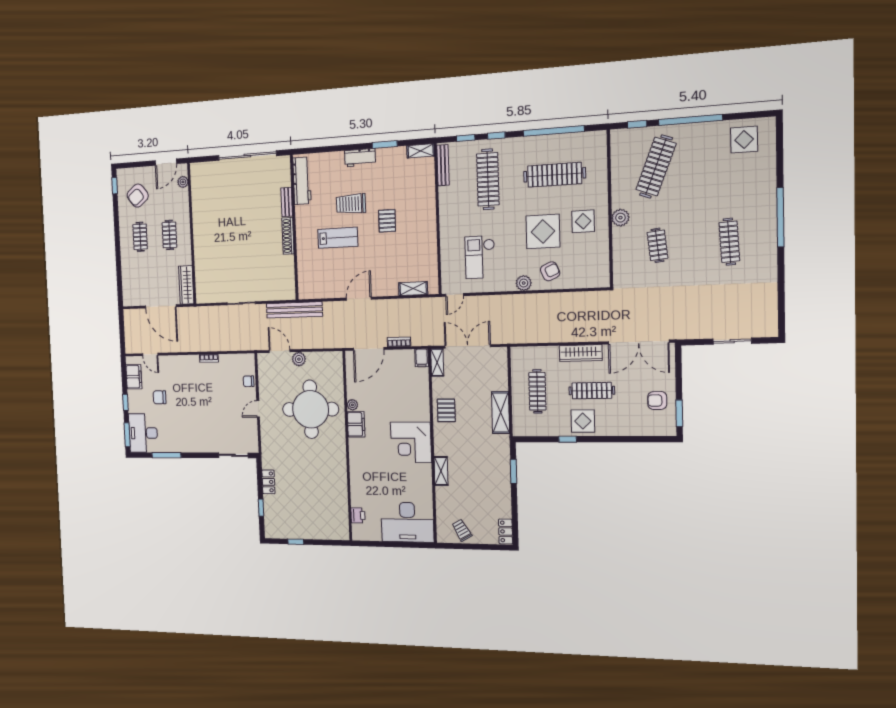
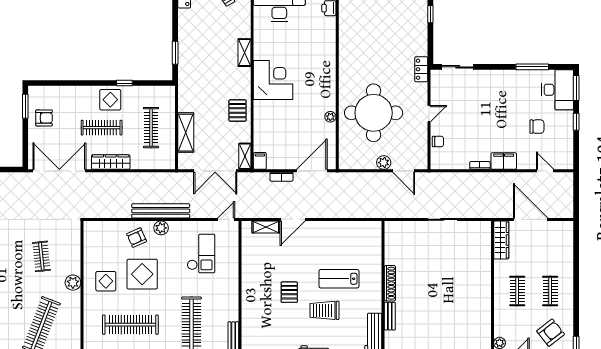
trolley: (351, 204) -> (324, 310), turned 180
door: (359, 299) -> (293, 219), moved
bench: (294, 310) -> (161, 211), moved
filing cabinet: (134, 377) -> (504, 161), moved, turned 90
shelving: (501, 413) -> (186, 133), moved
filing cabinet: (356, 424) -> (327, 98), removed
locker: (268, 482) -> (421, 69), moved

